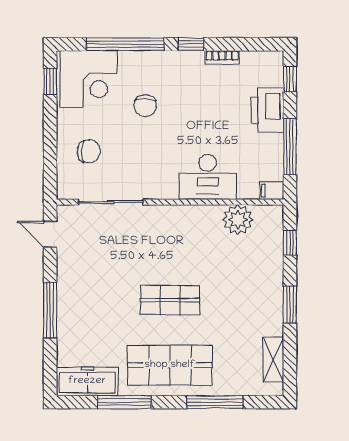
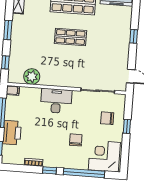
window: (50, 81) -> (127, 126), moved
desk: (208, 177) -> (56, 101), moved
window: (50, 310) -> (134, 36), width x0.46

